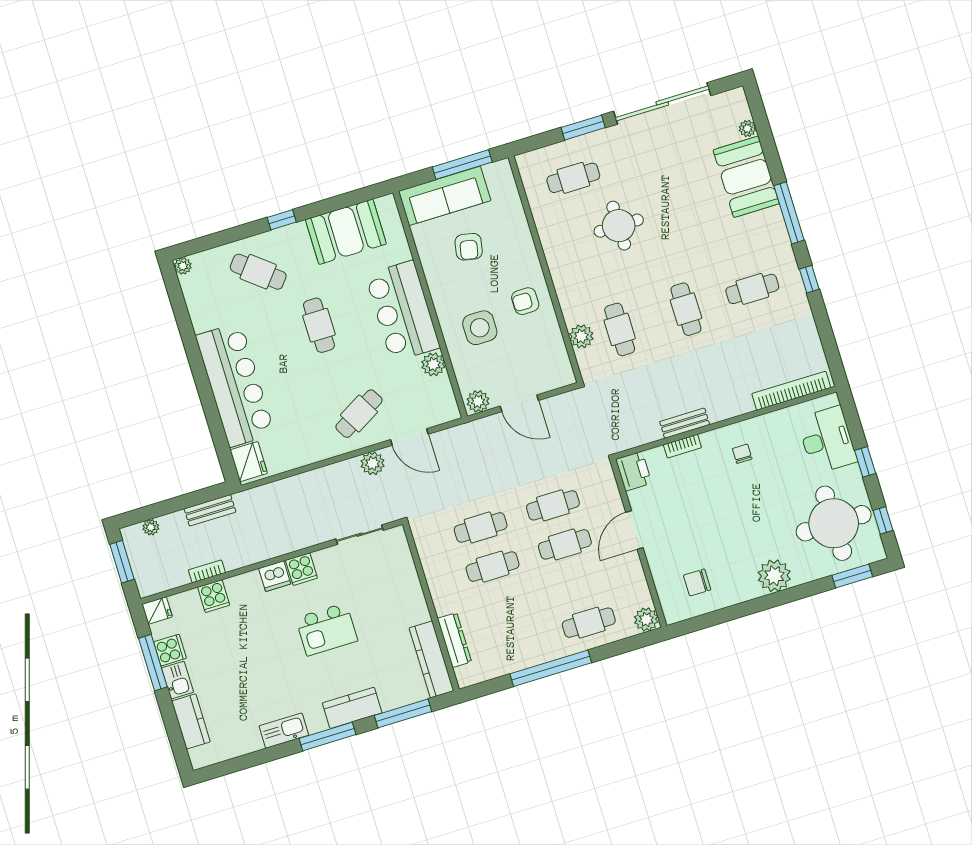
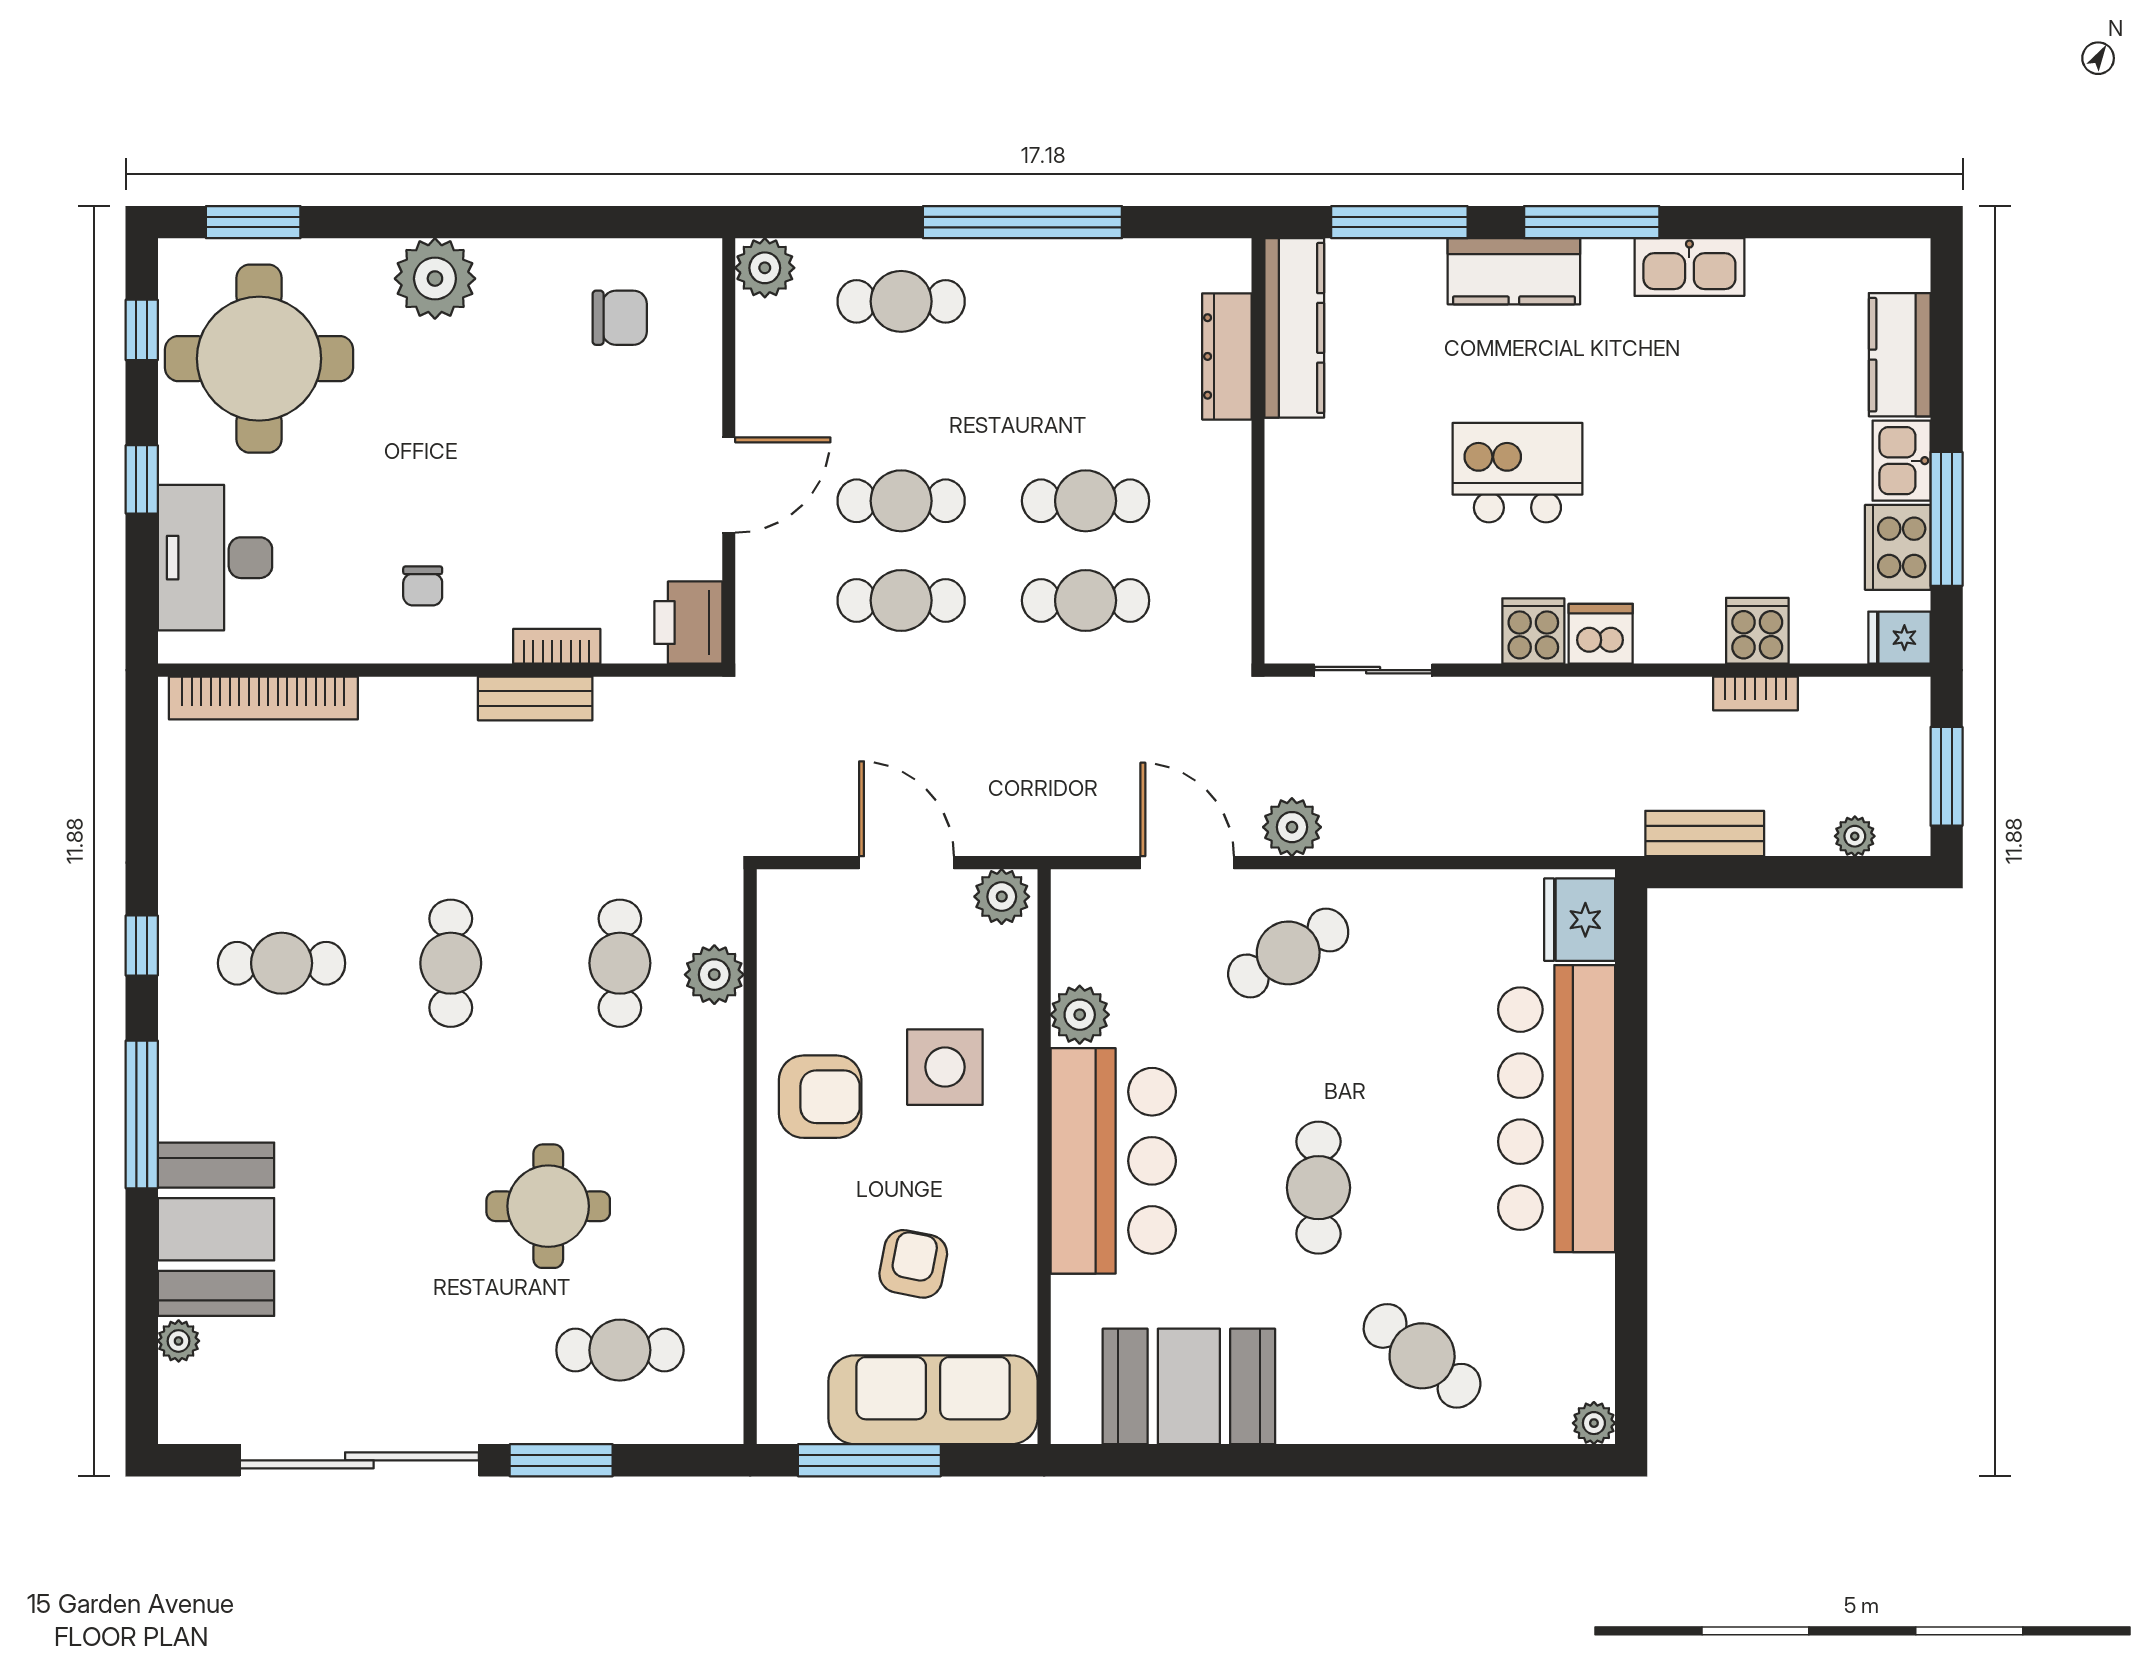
window: (282, 220) -> (1330, 1460), removed
armchair: (525, 301) -> (820, 1097), width x1.38, depth x1.38
cooker: (170, 650) -> (1898, 547), width x1.36

